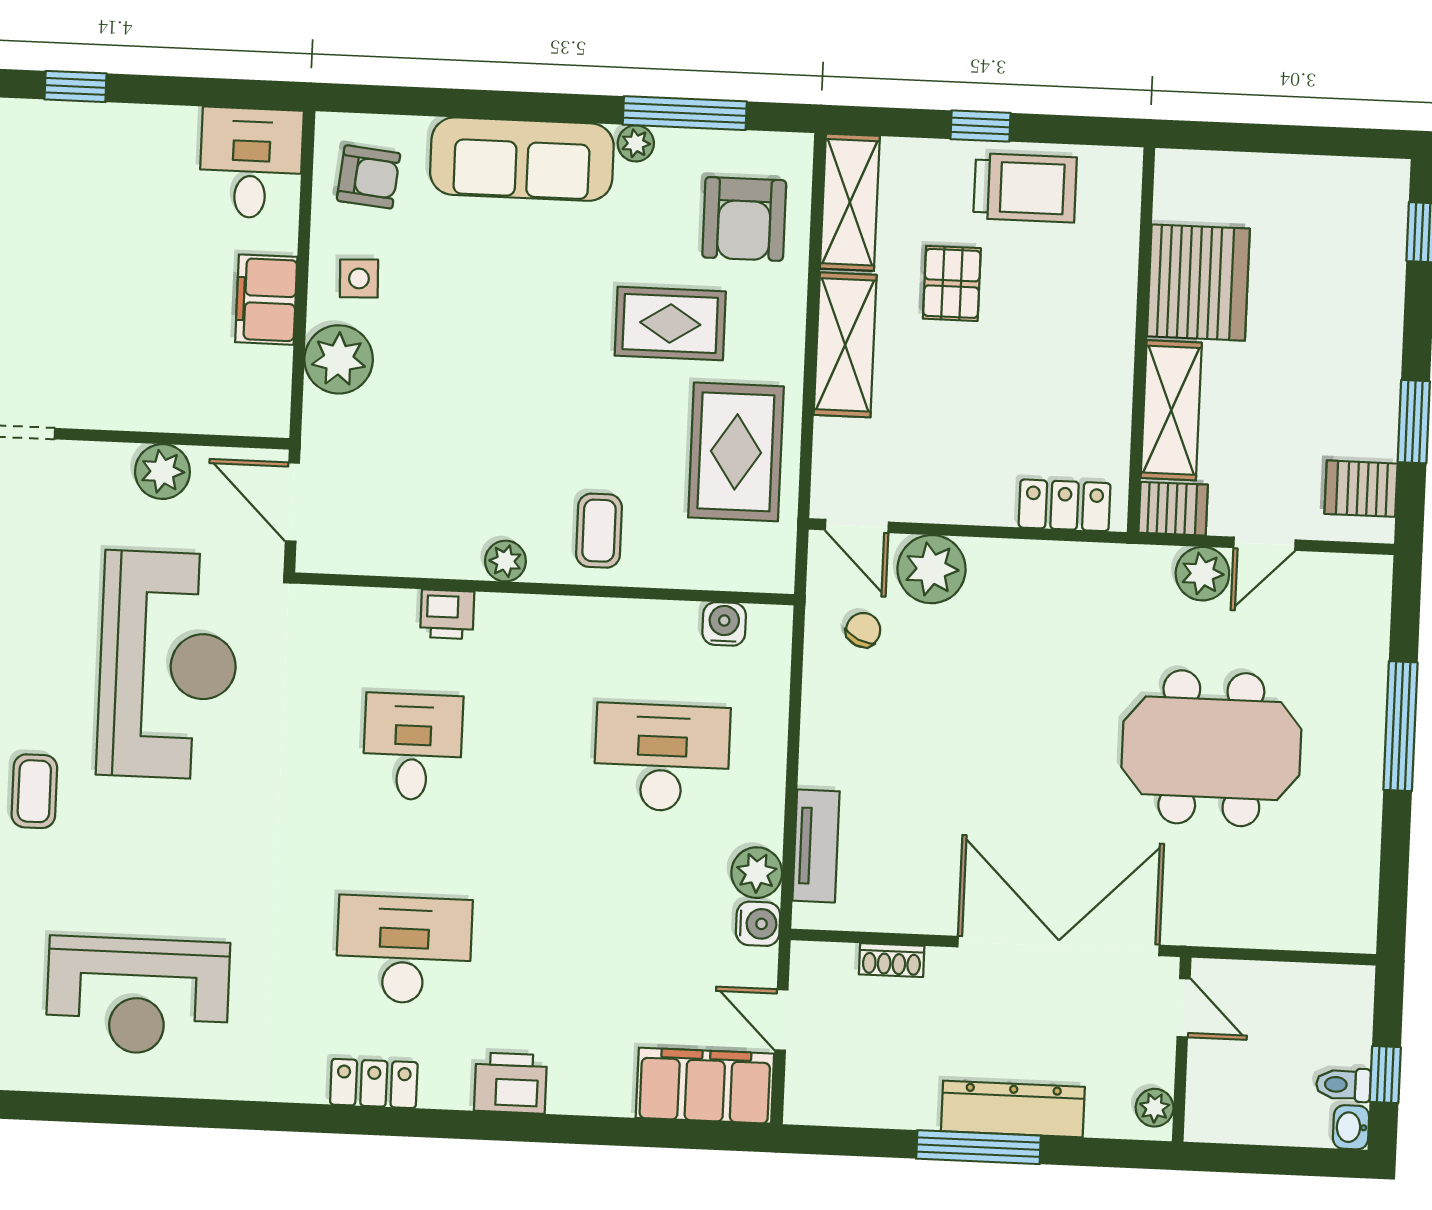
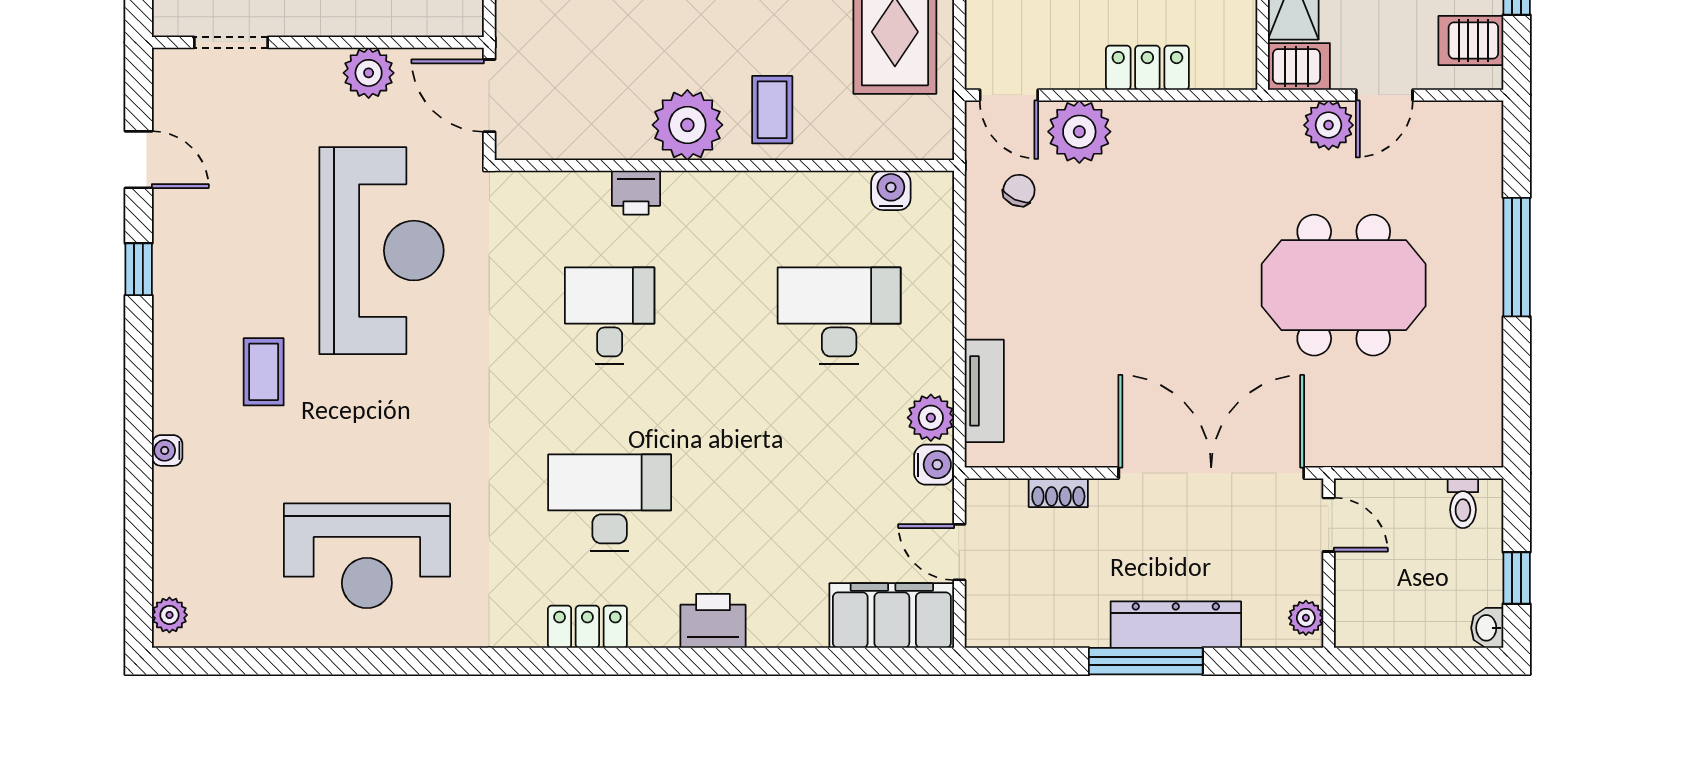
locker: (1065, 505) -> (1147, 68), moved
plant: (505, 561) -> (687, 125), width x1.88, depth x1.88
toilet: (1343, 1085) -> (1463, 503), moved, turned -90

